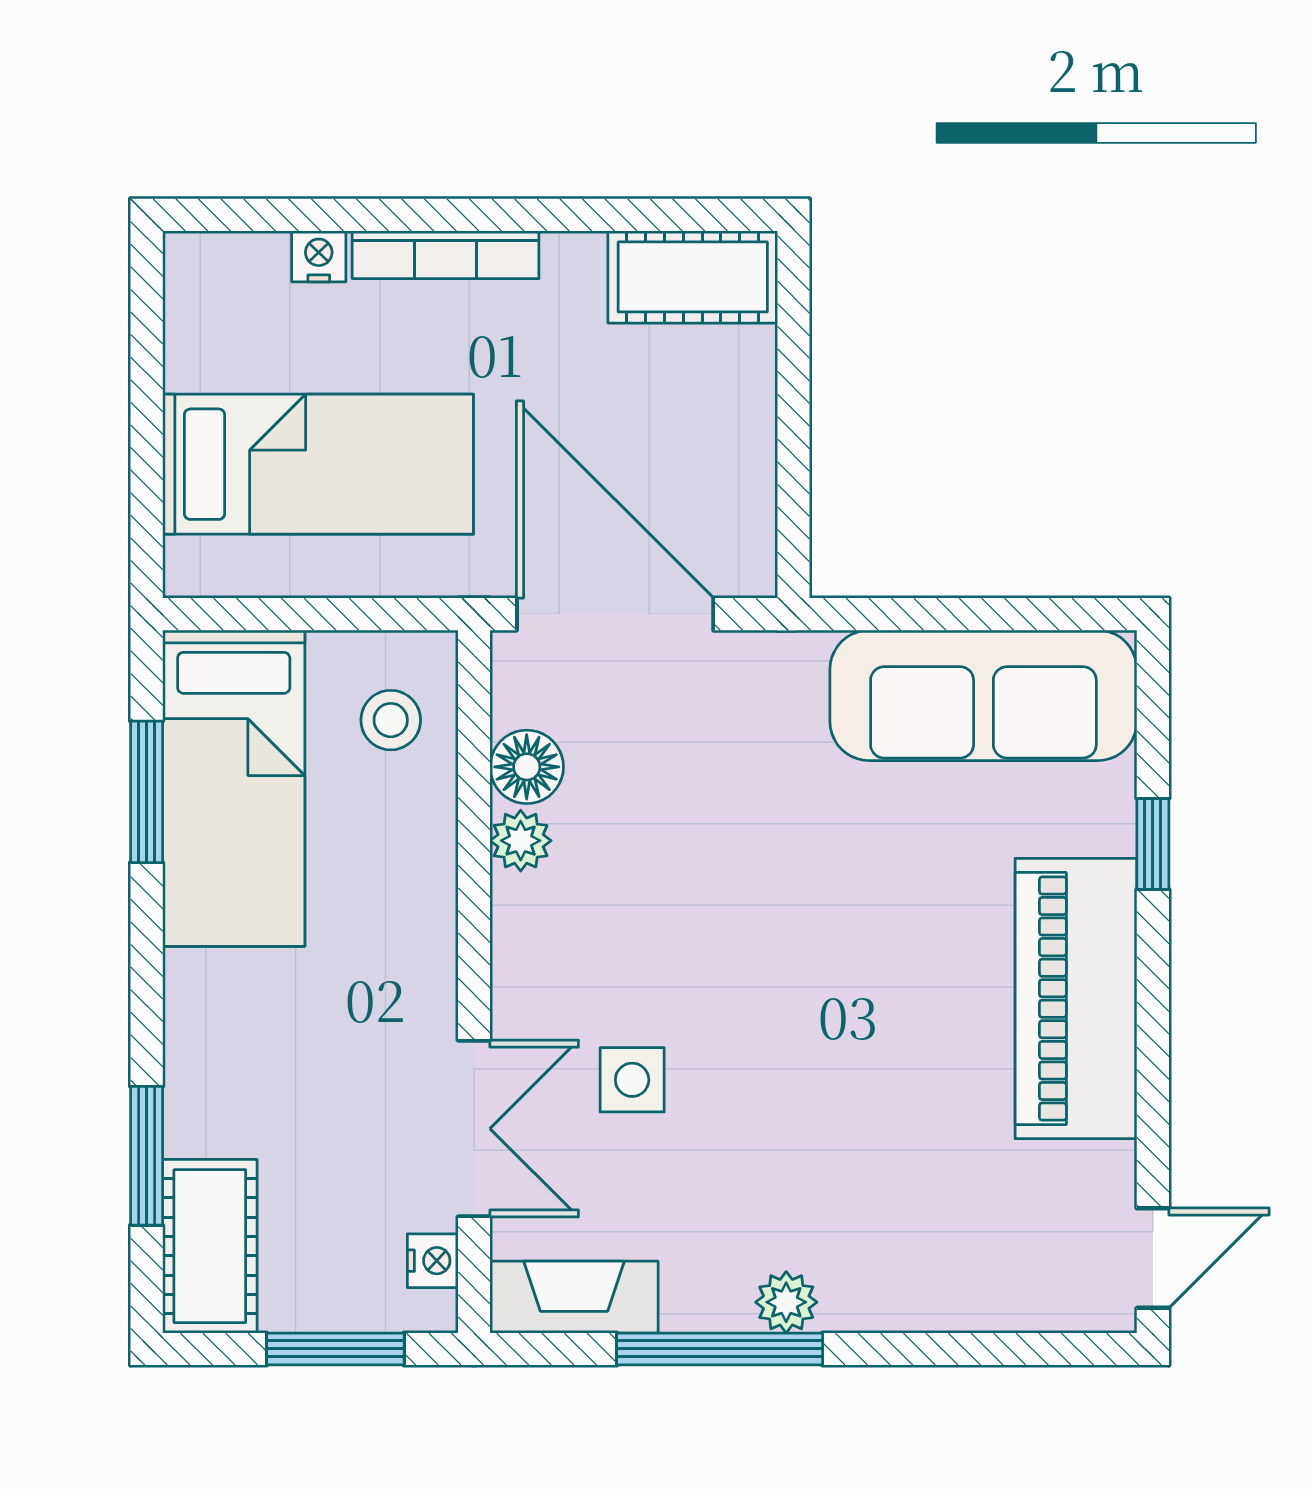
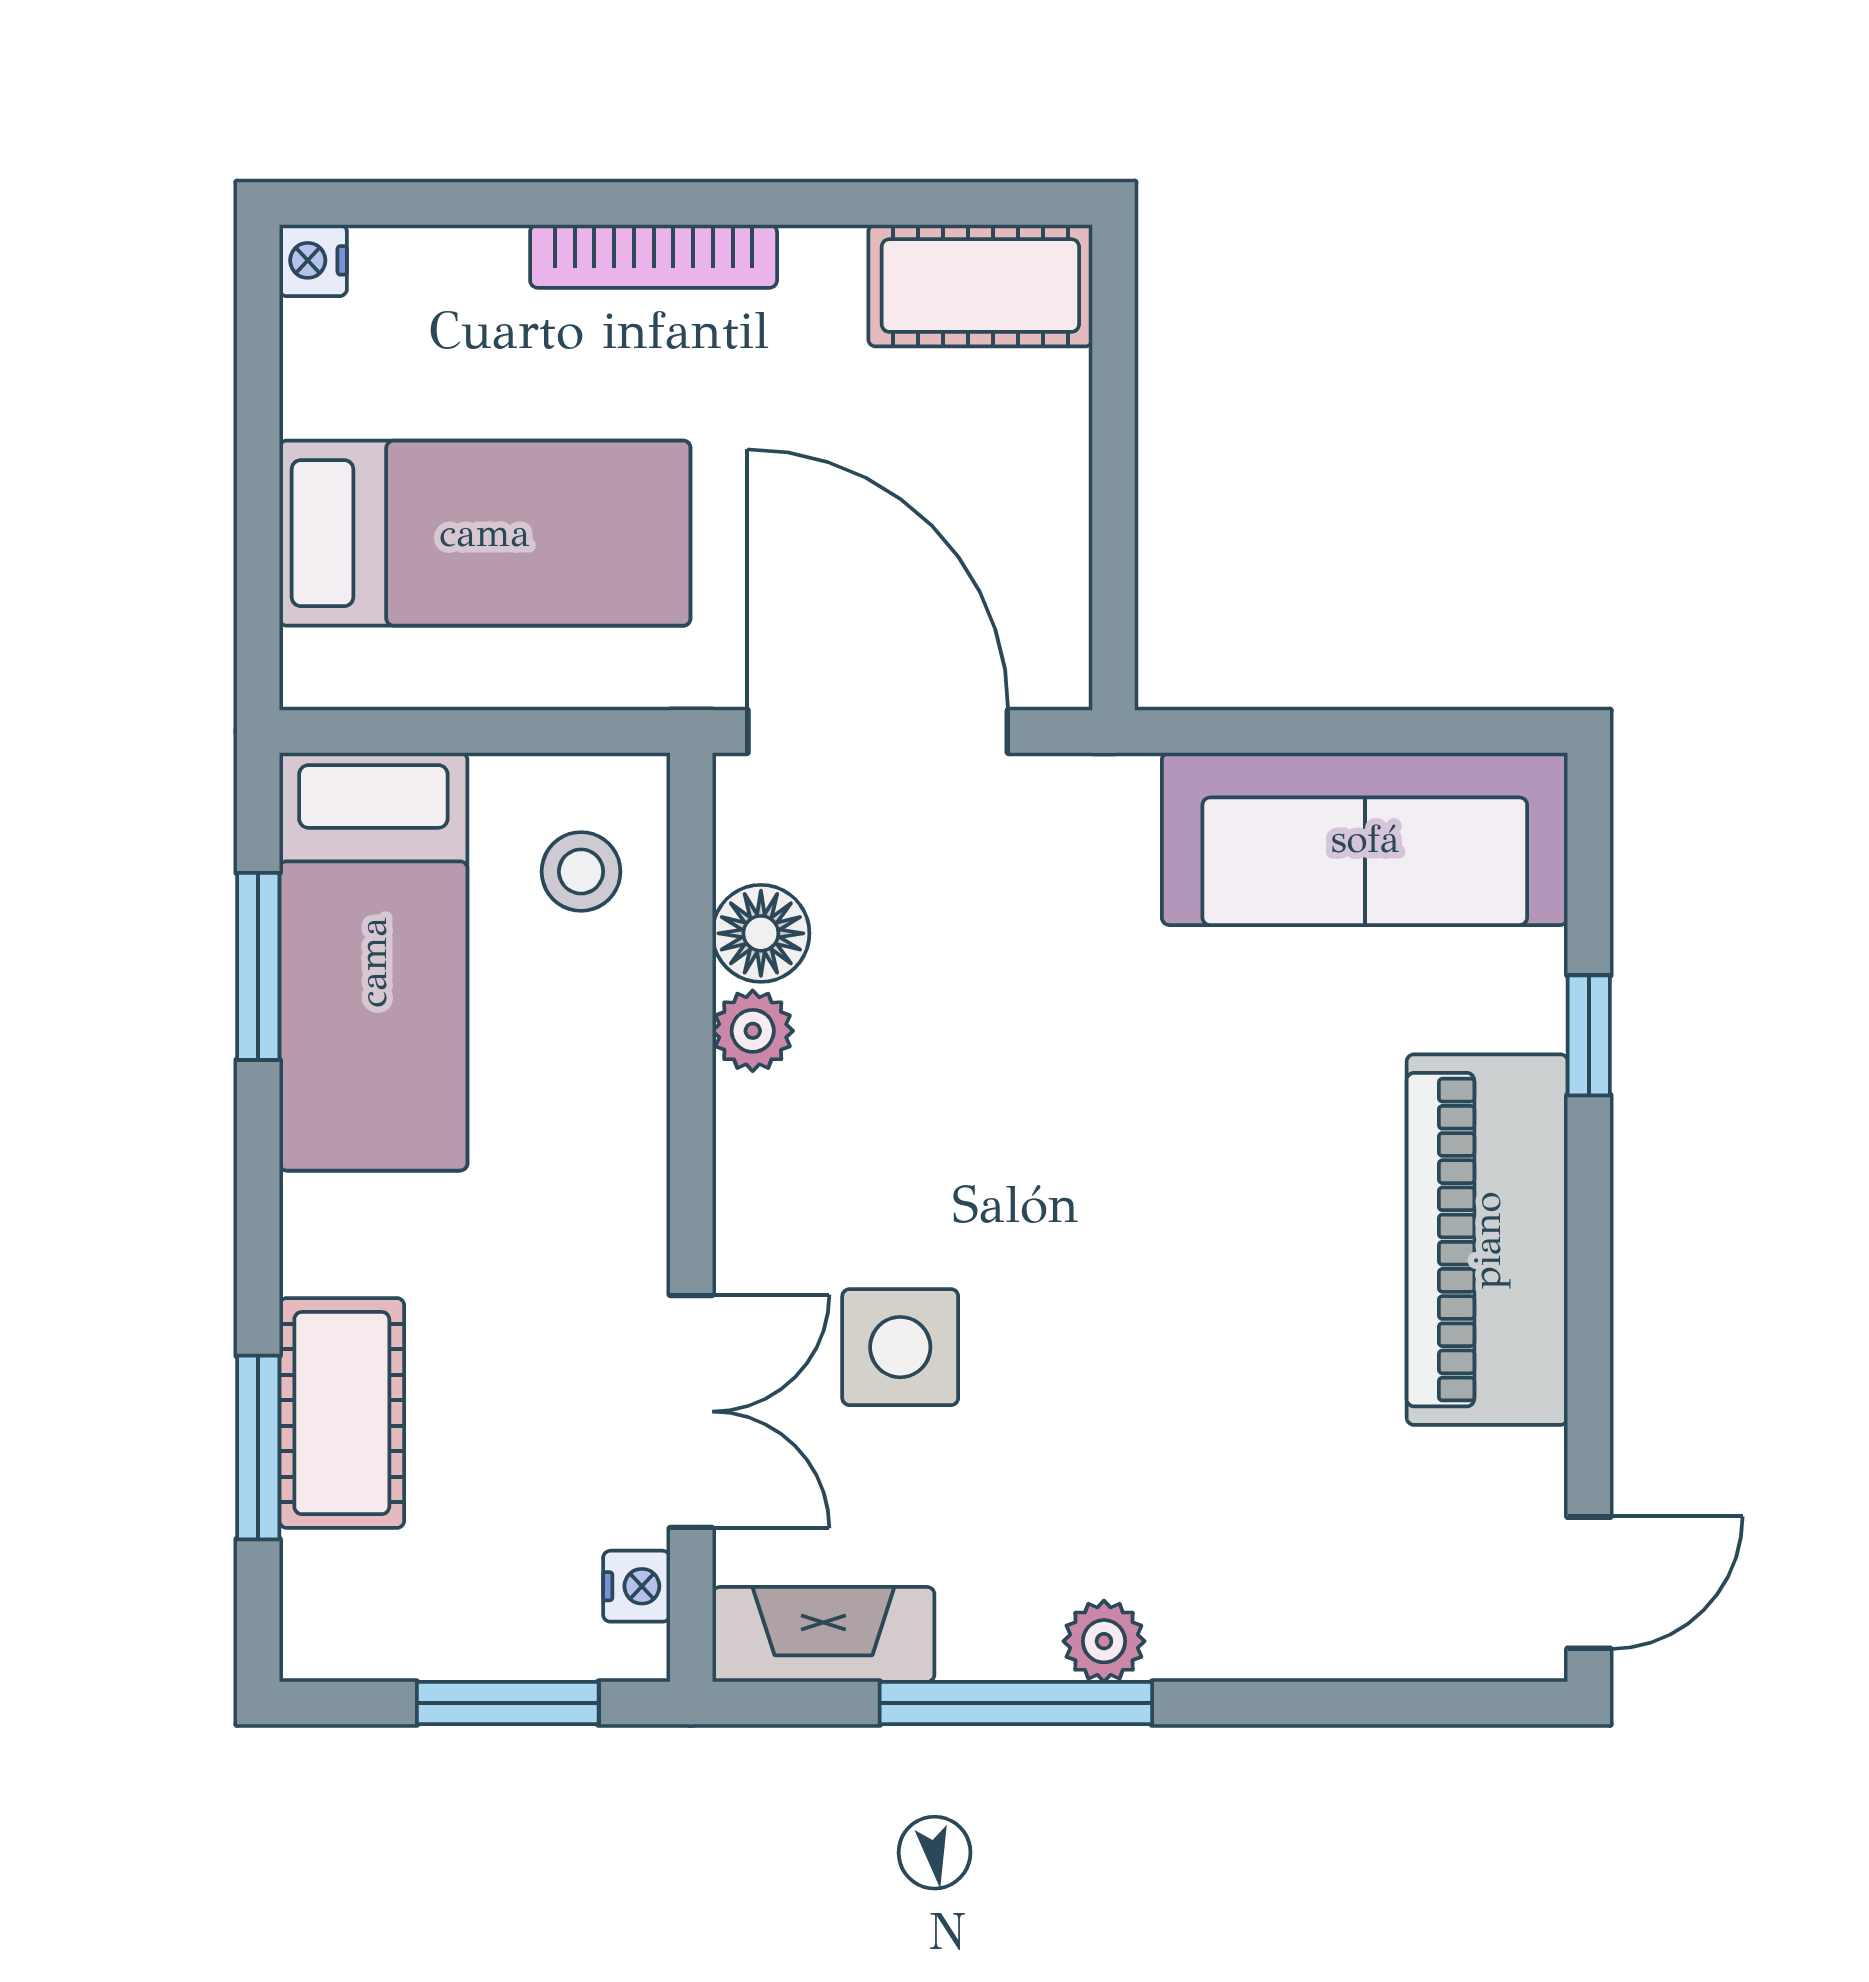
nightstand: (319, 256) -> (313, 260), moved, turned -90
side table: (632, 1080) -> (900, 1347), width x1.37, depth x1.37
cot: (210, 1246) -> (342, 1413), moved

